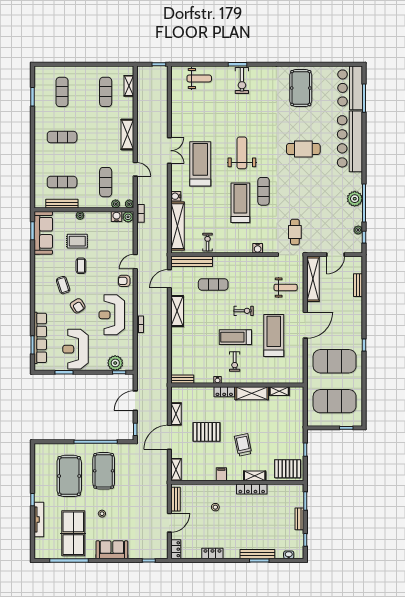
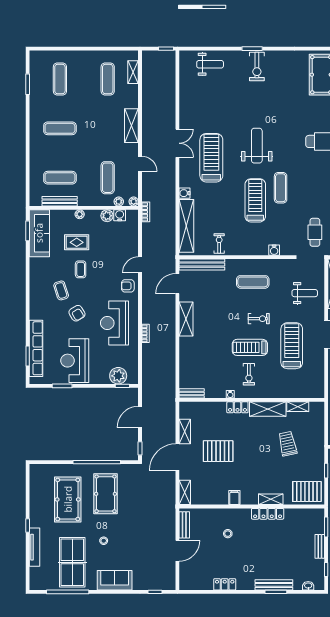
plant: (128, 217) -> (107, 216), moved
exercise mat: (213, 284) -> (253, 282), moved
trolley: (243, 445) -> (288, 444), moved
locker: (176, 549) -> (185, 580), removed

